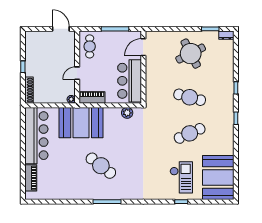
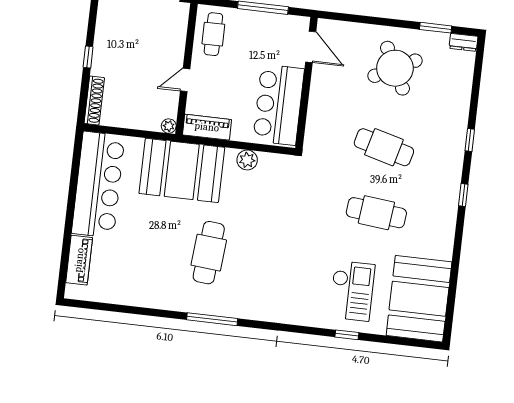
door: (143, 47) -> (311, 47), swing flipped
plant: (127, 113) -> (247, 160), moved
cafe table: (190, 133) -> (376, 213), turned 30
cafe table: (101, 166) -> (209, 253), turned 57

